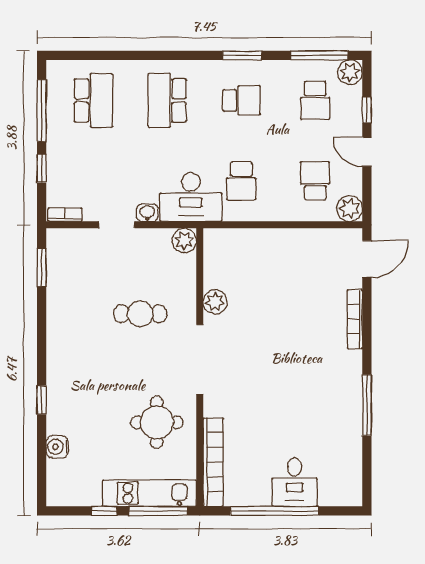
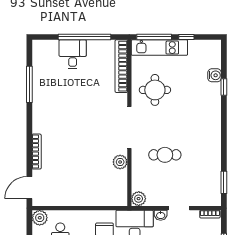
window: (42, 400) -> (224, 87), moved
window: (367, 405) -> (29, 84), moved

